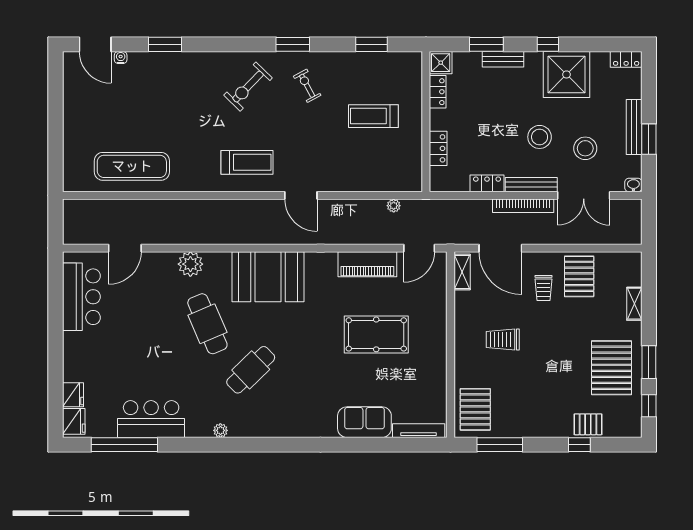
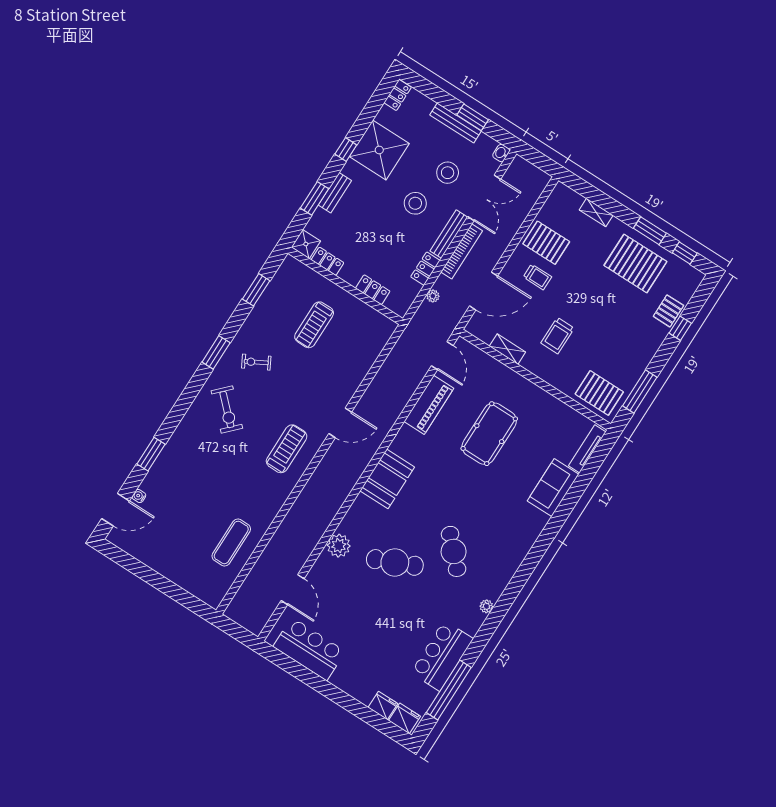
exercise mat: (132, 166) -> (231, 542), width x0.73, depth x0.69
plant: (394, 206) -> (433, 296), moved
shelving: (462, 272) -> (507, 349), moved
booth: (268, 277) -> (387, 479), width x0.73, depth x0.70

